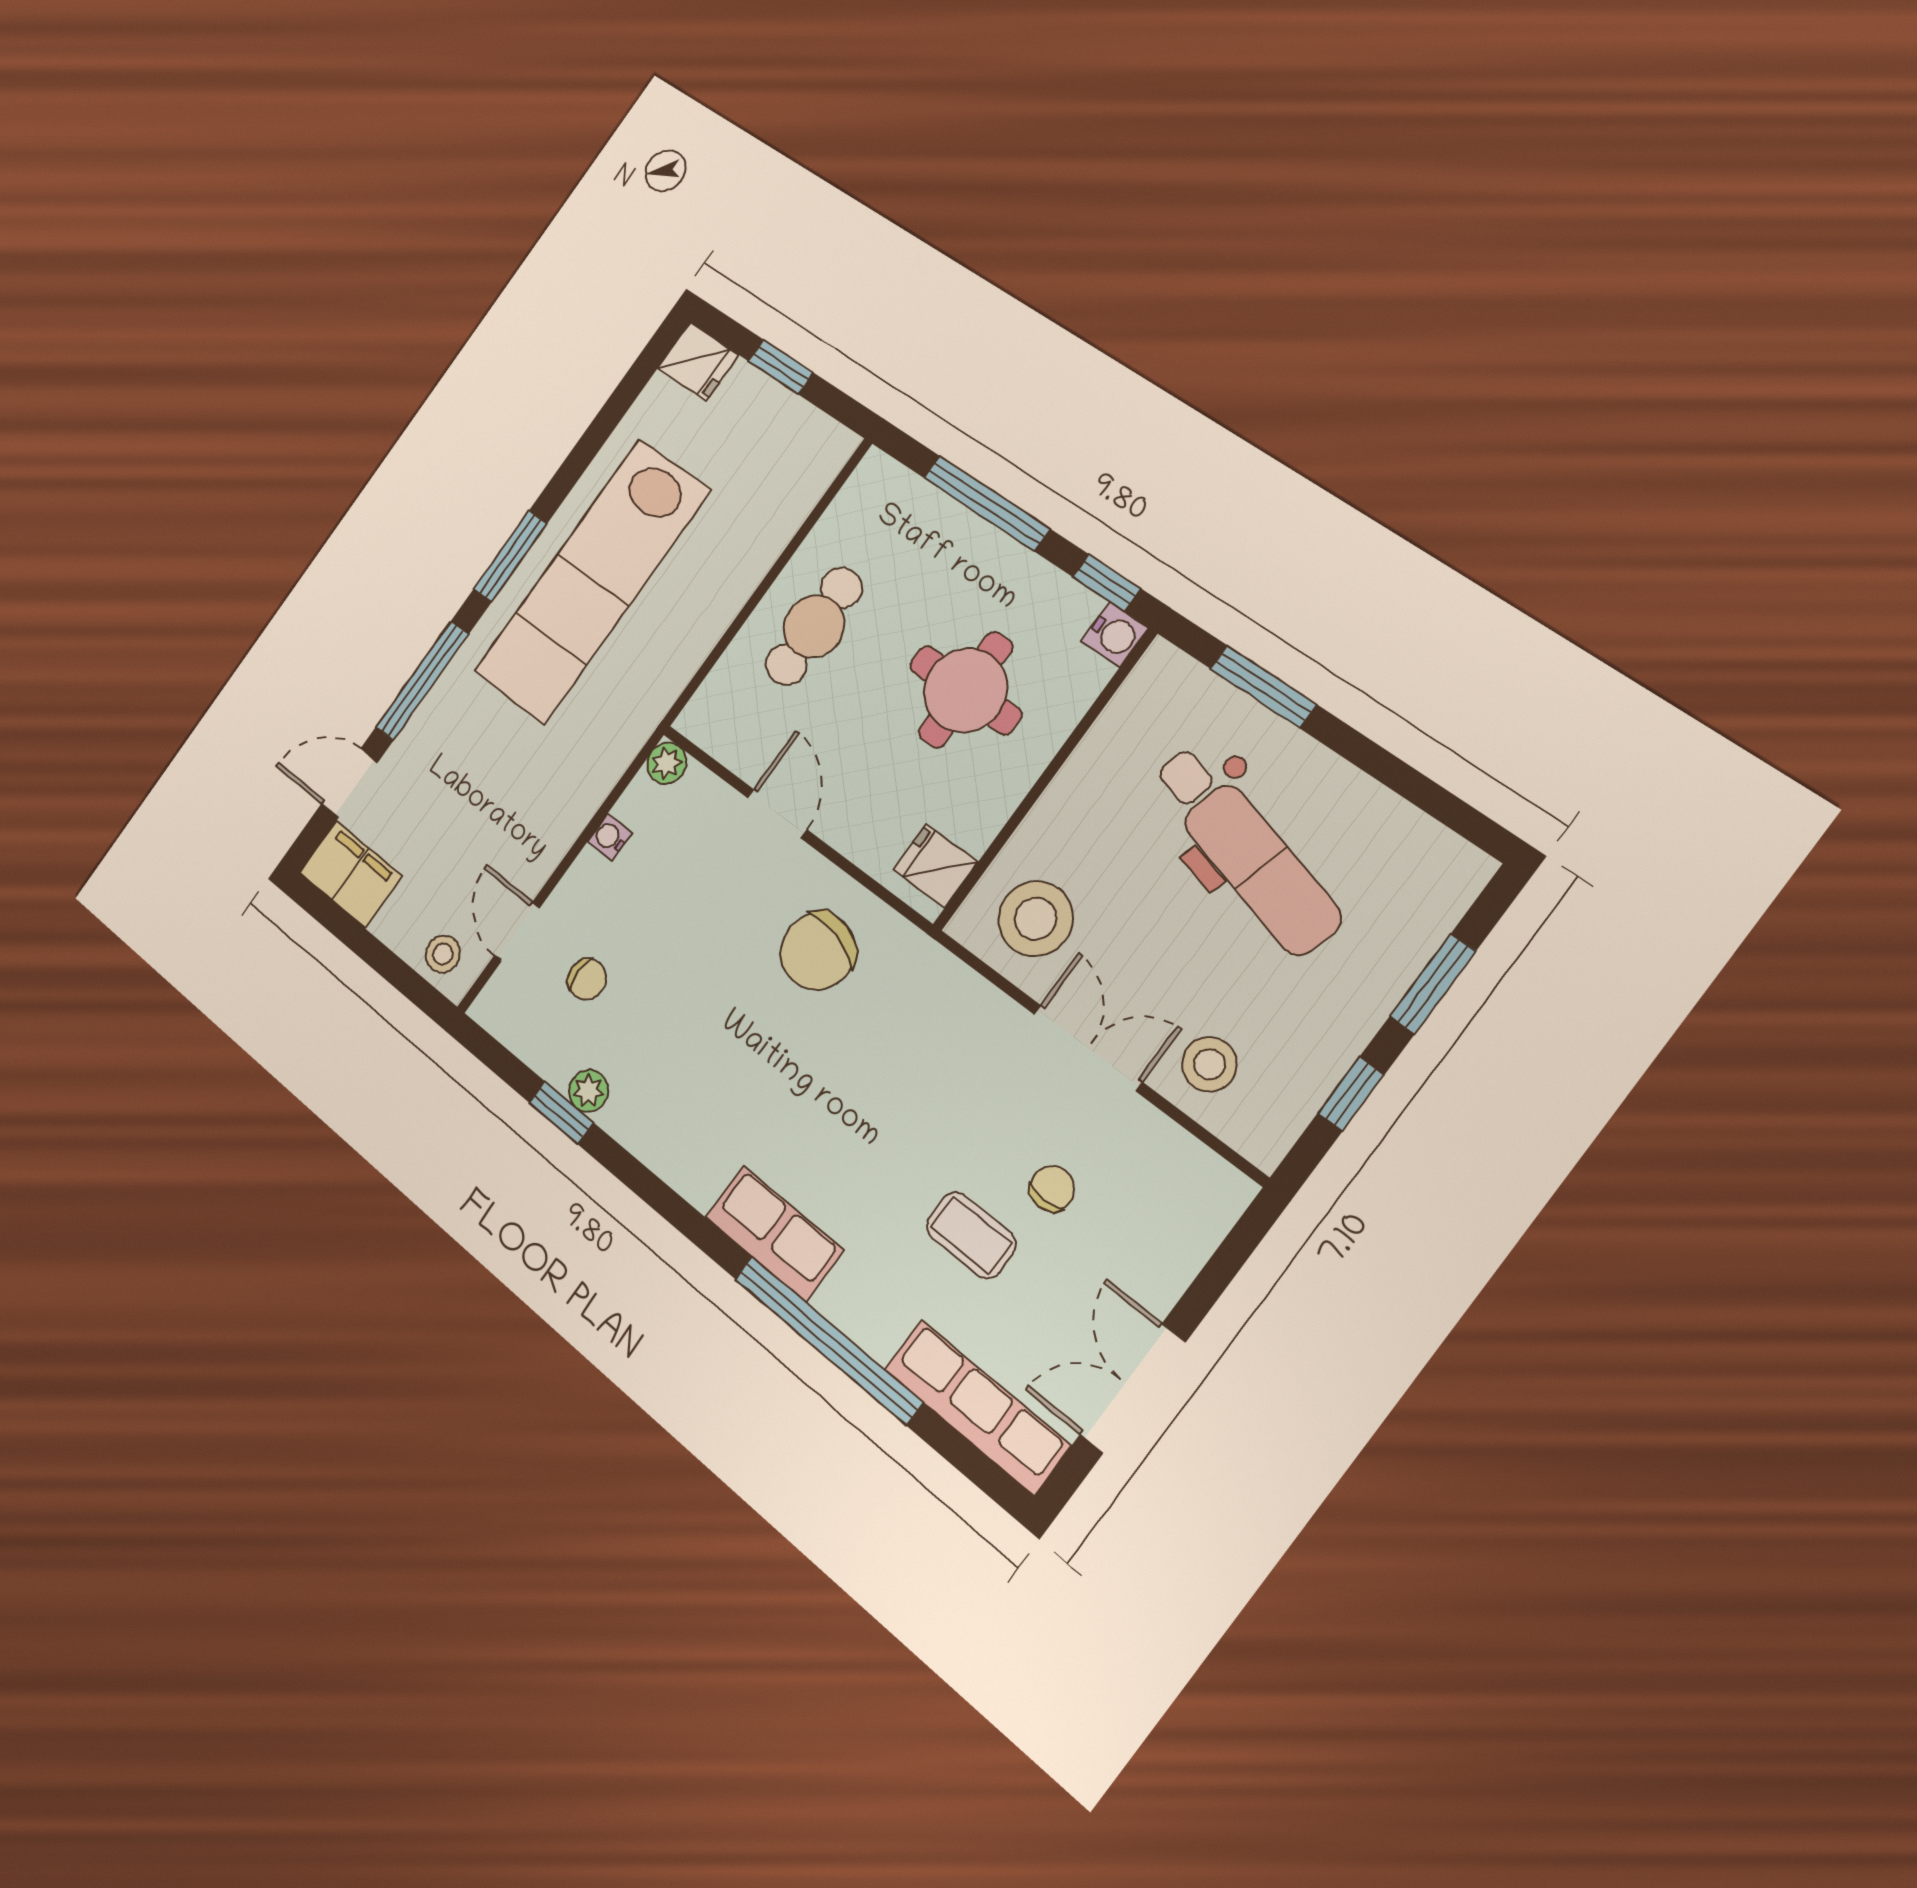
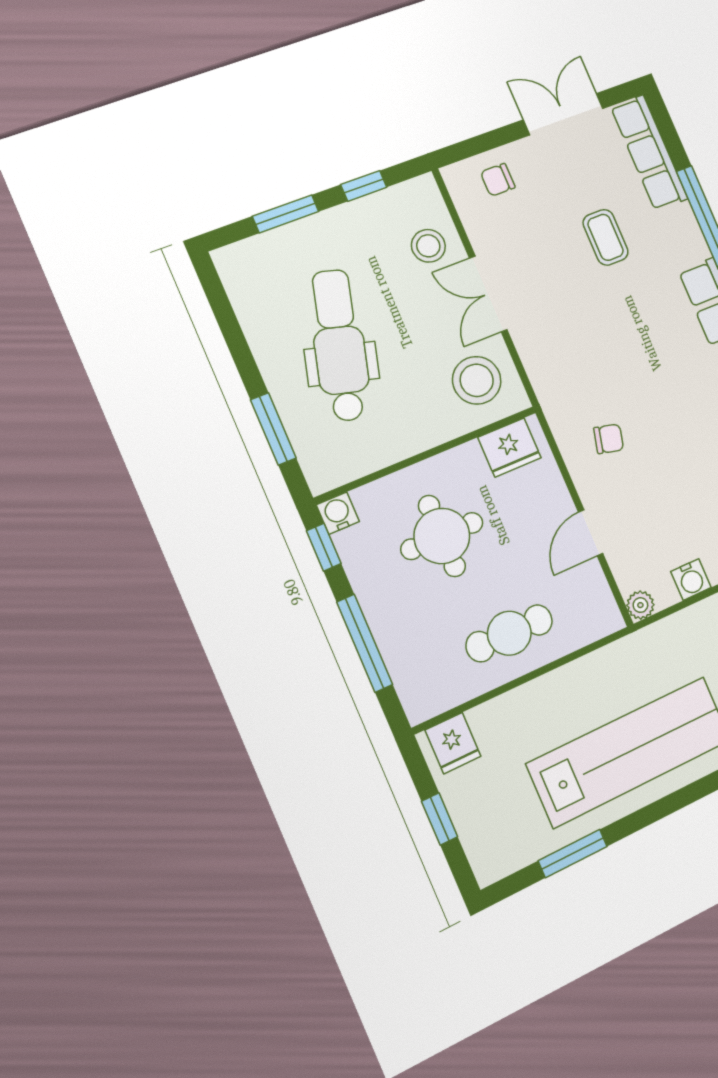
fridge: (698, 361) -> (453, 743), moved, turned 180
window: (510, 556) -> (573, 854), moved
water cooler: (610, 837) -> (691, 579), width x1.38, depth x1.38
fridge: (936, 866) -> (510, 448), width x1.38
chair: (818, 951) -> (609, 439), width x0.54, depth x0.54
chair: (1052, 1188) -> (498, 180), moved
double door: (1133, 1389) -> (563, 114), swing flipped

